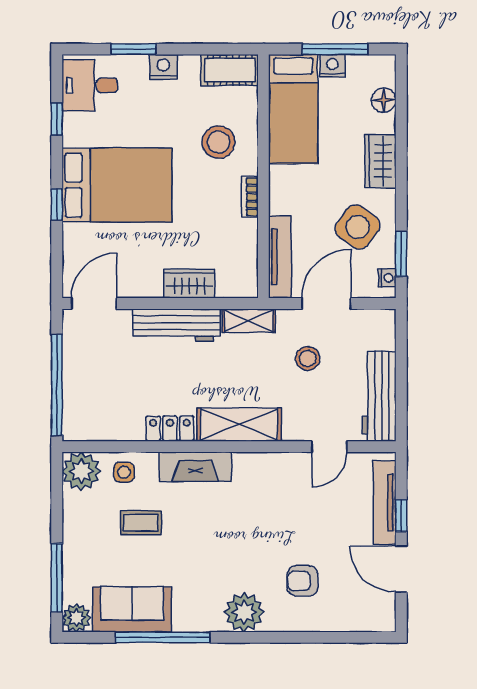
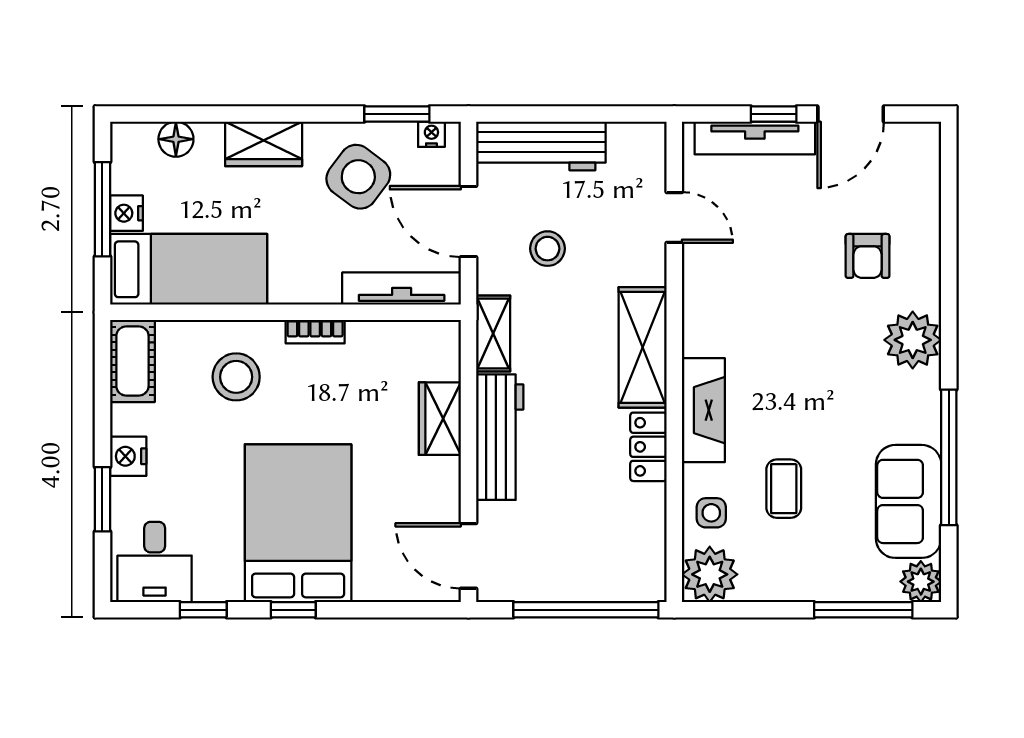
window: (57, 204) -> (293, 610), moved
workbench: (379, 396) -> (541, 146), moved

